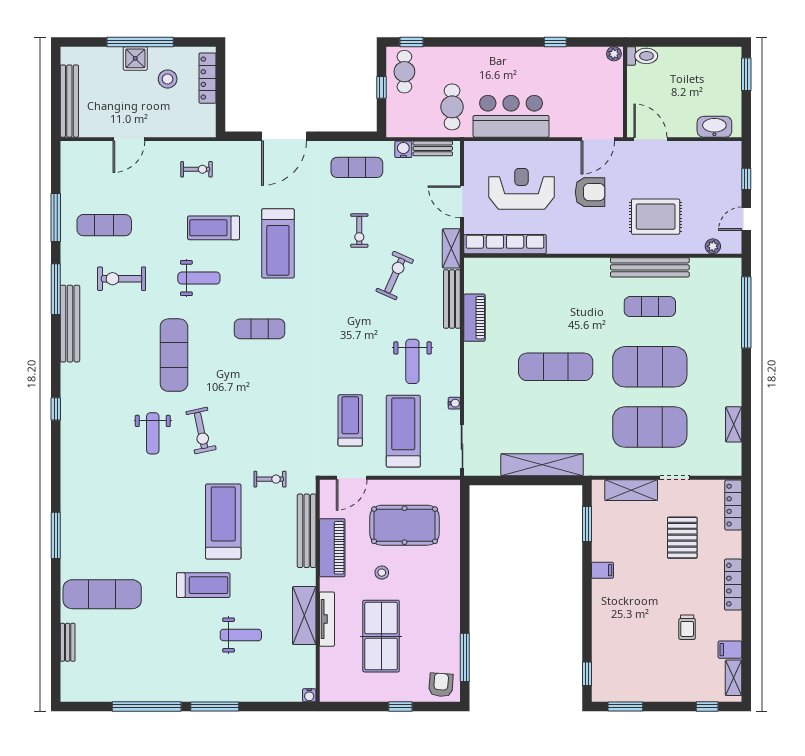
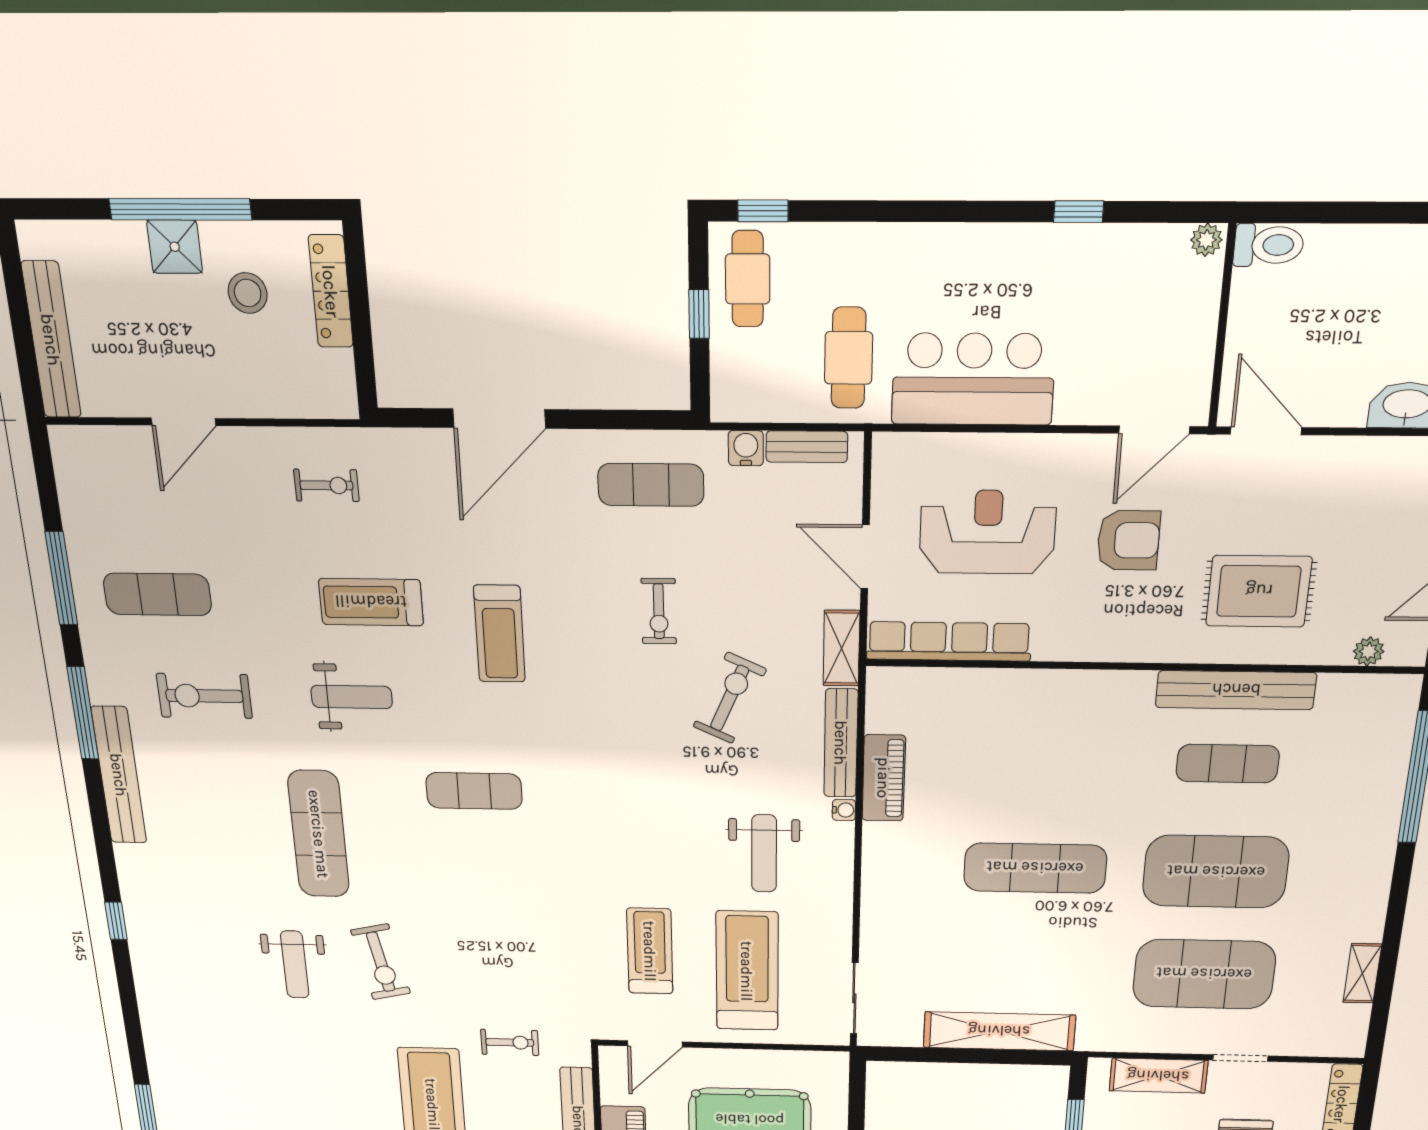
treadmill: (278, 243) -> (499, 634), width x0.73, depth x0.73
water cooler: (454, 403) -> (844, 810), moved

